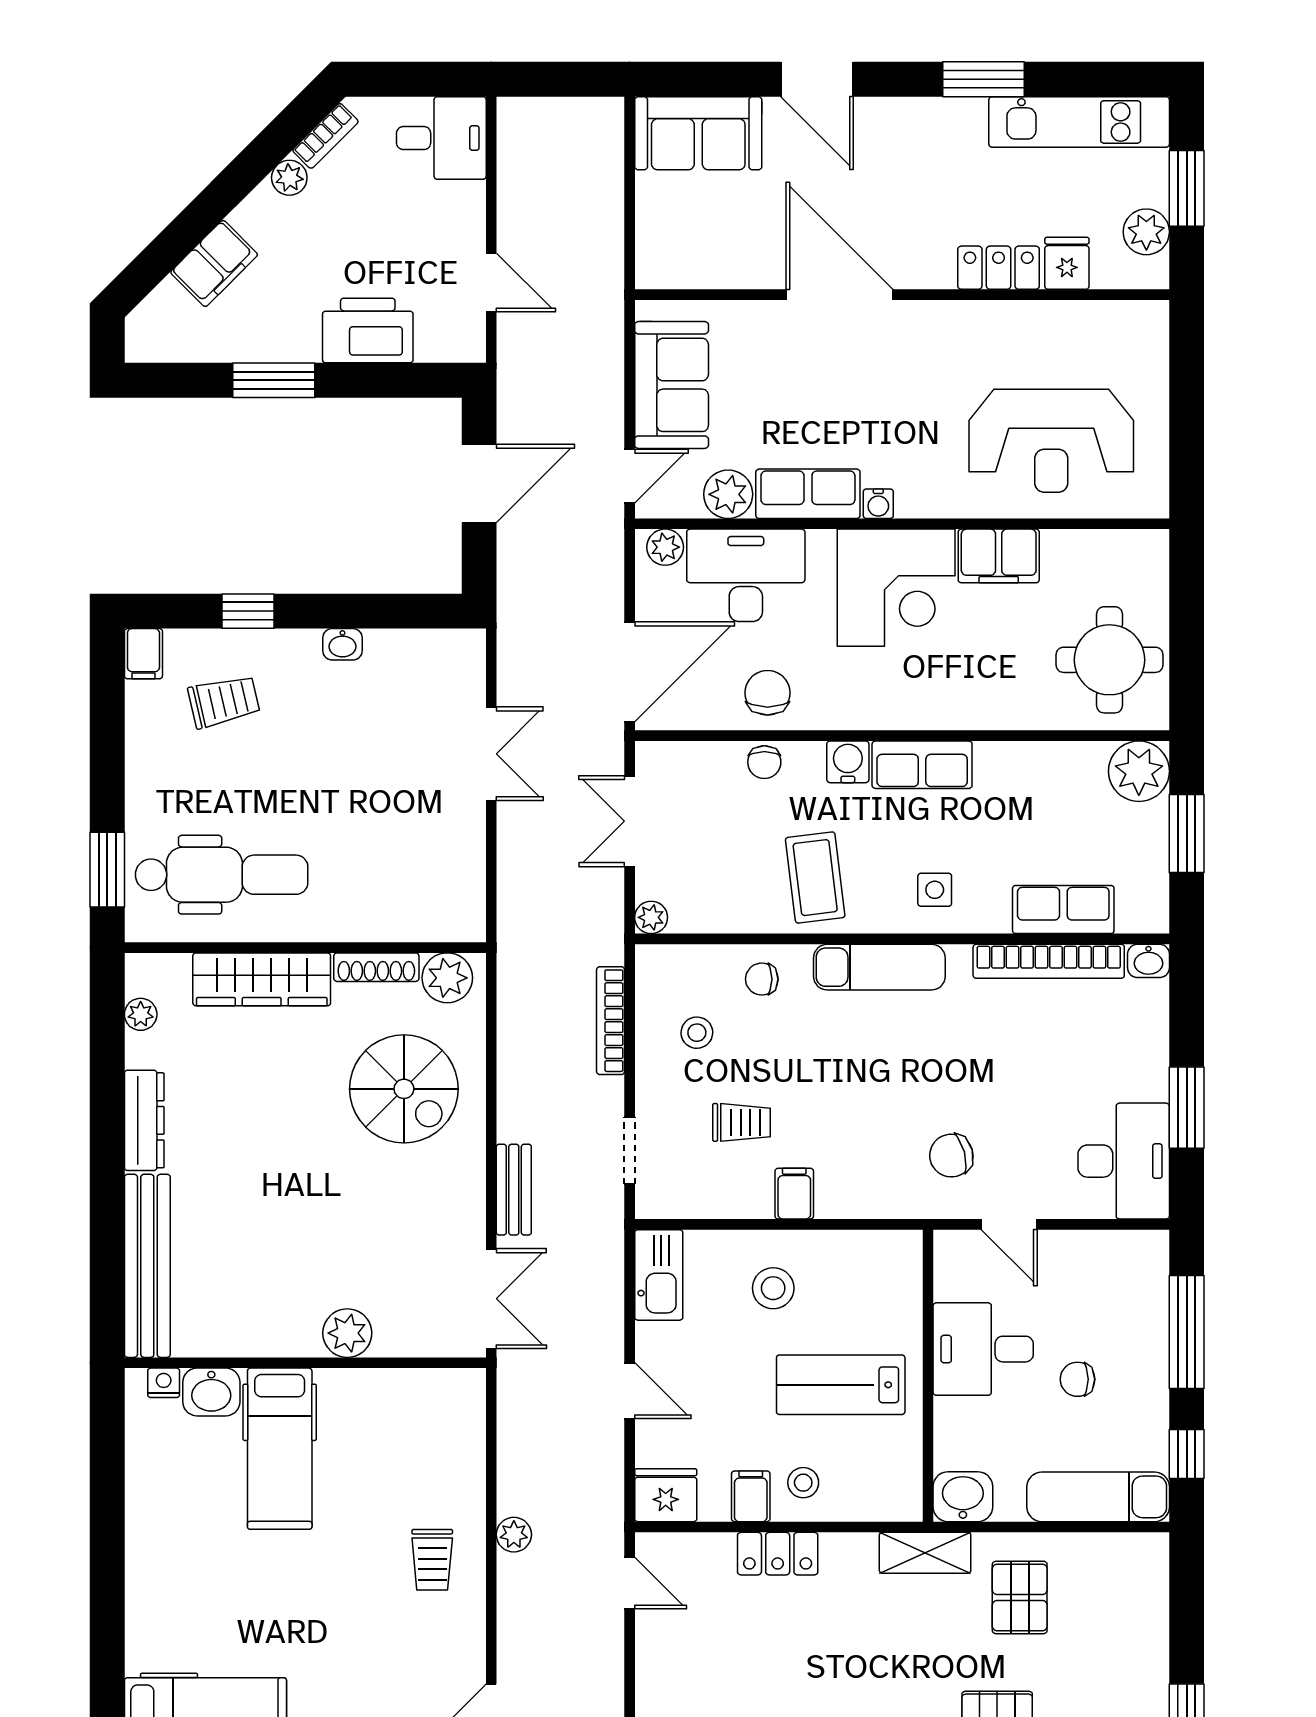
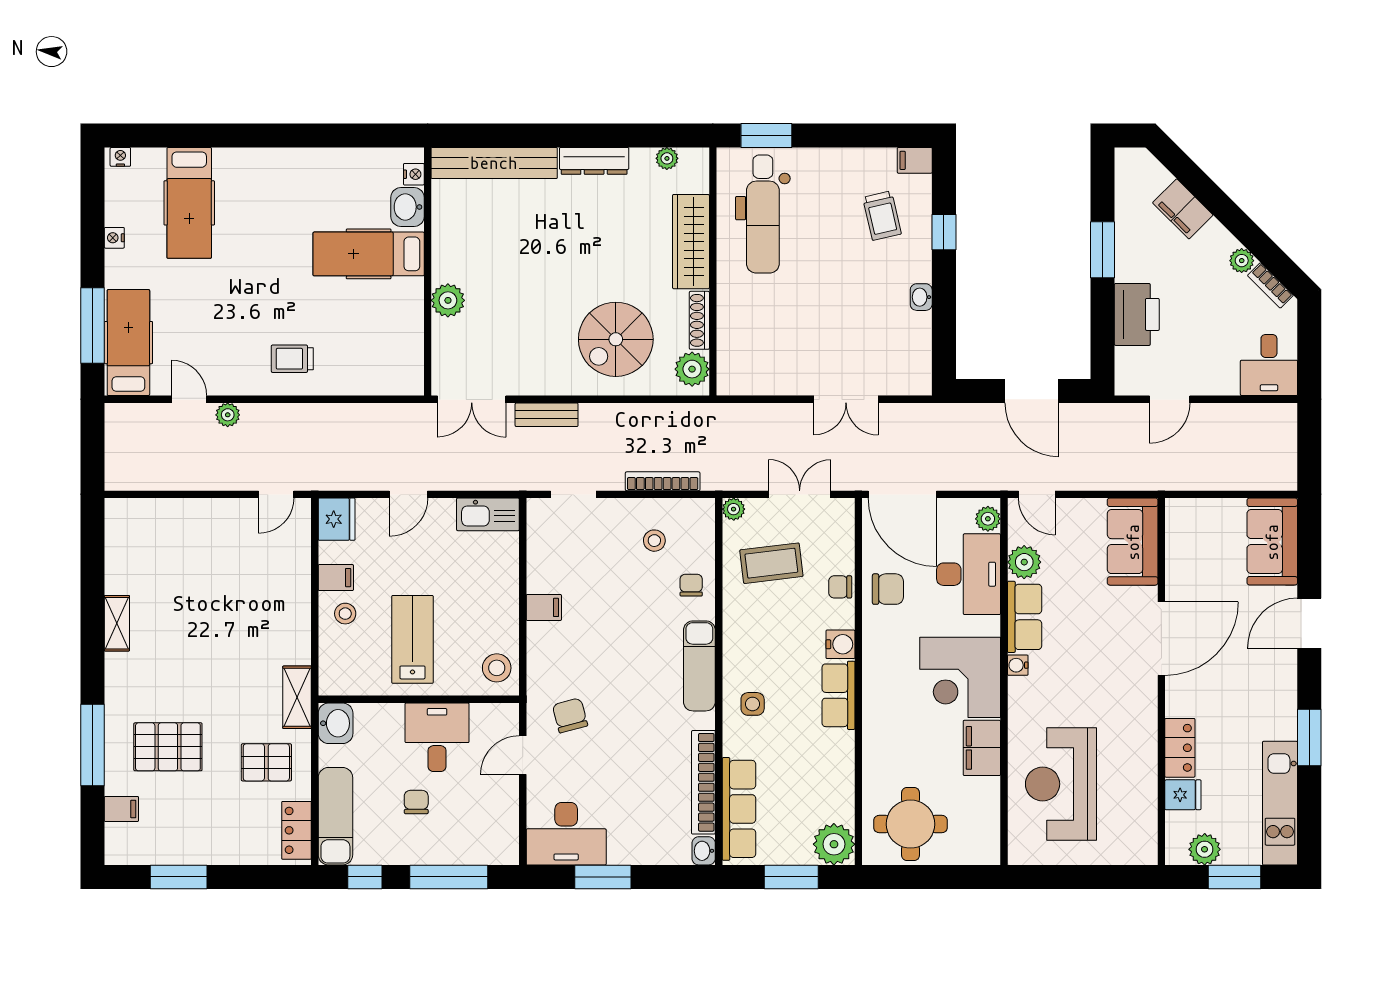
sofa: (672, 385) -> (1133, 542), moved, turned 90
coffee table: (815, 878) -> (771, 563), moved
row of seats: (1063, 910) -> (739, 809), width x1.48
trolley: (741, 1122) -> (593, 571), removed
stool: (773, 1288) -> (497, 668), moved
plant: (514, 1535) -> (228, 415), moved
locker: (778, 1554) -> (296, 830), moved

